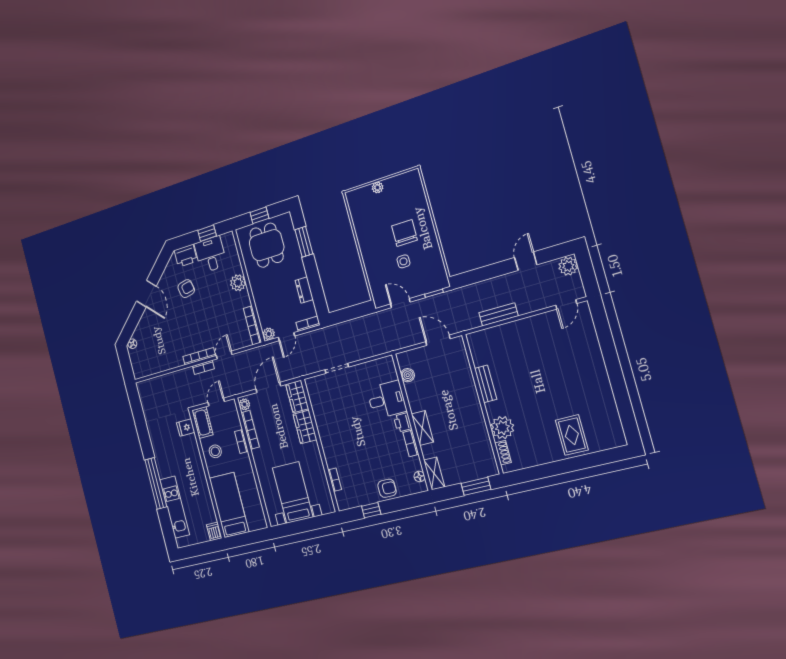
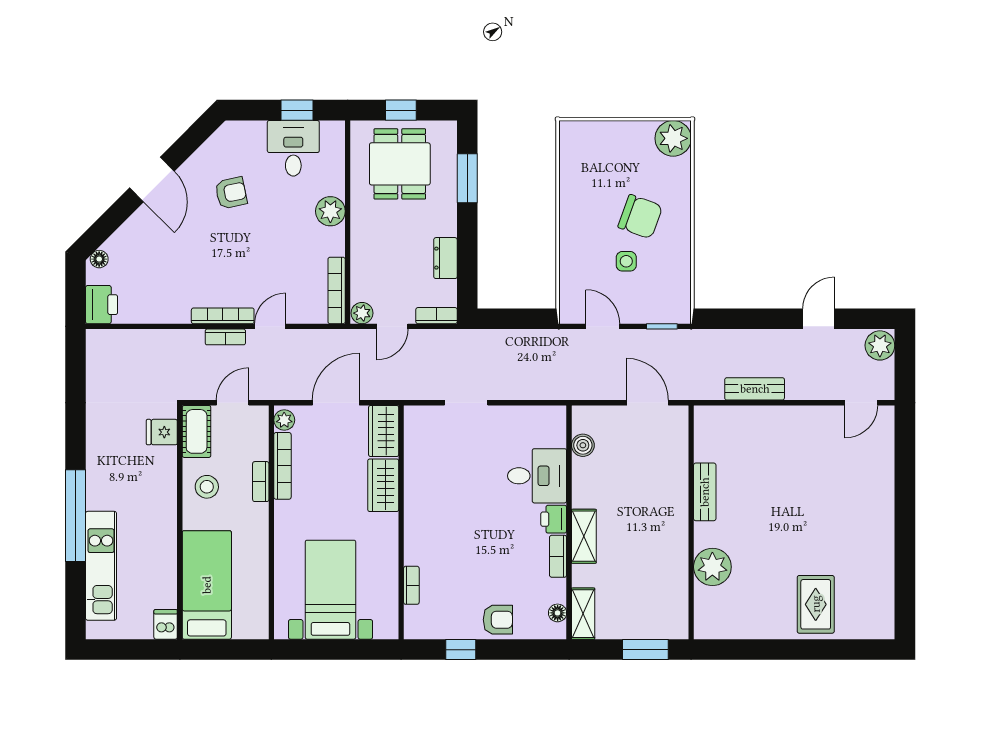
plant: (378, 187) -> (673, 138), moved, width x1.88, depth x1.88
chair: (404, 233) -> (640, 217), turned 110
printer: (186, 256) -> (102, 305), moved, turned -90
shoe rack: (503, 453) -> (703, 606), removed

